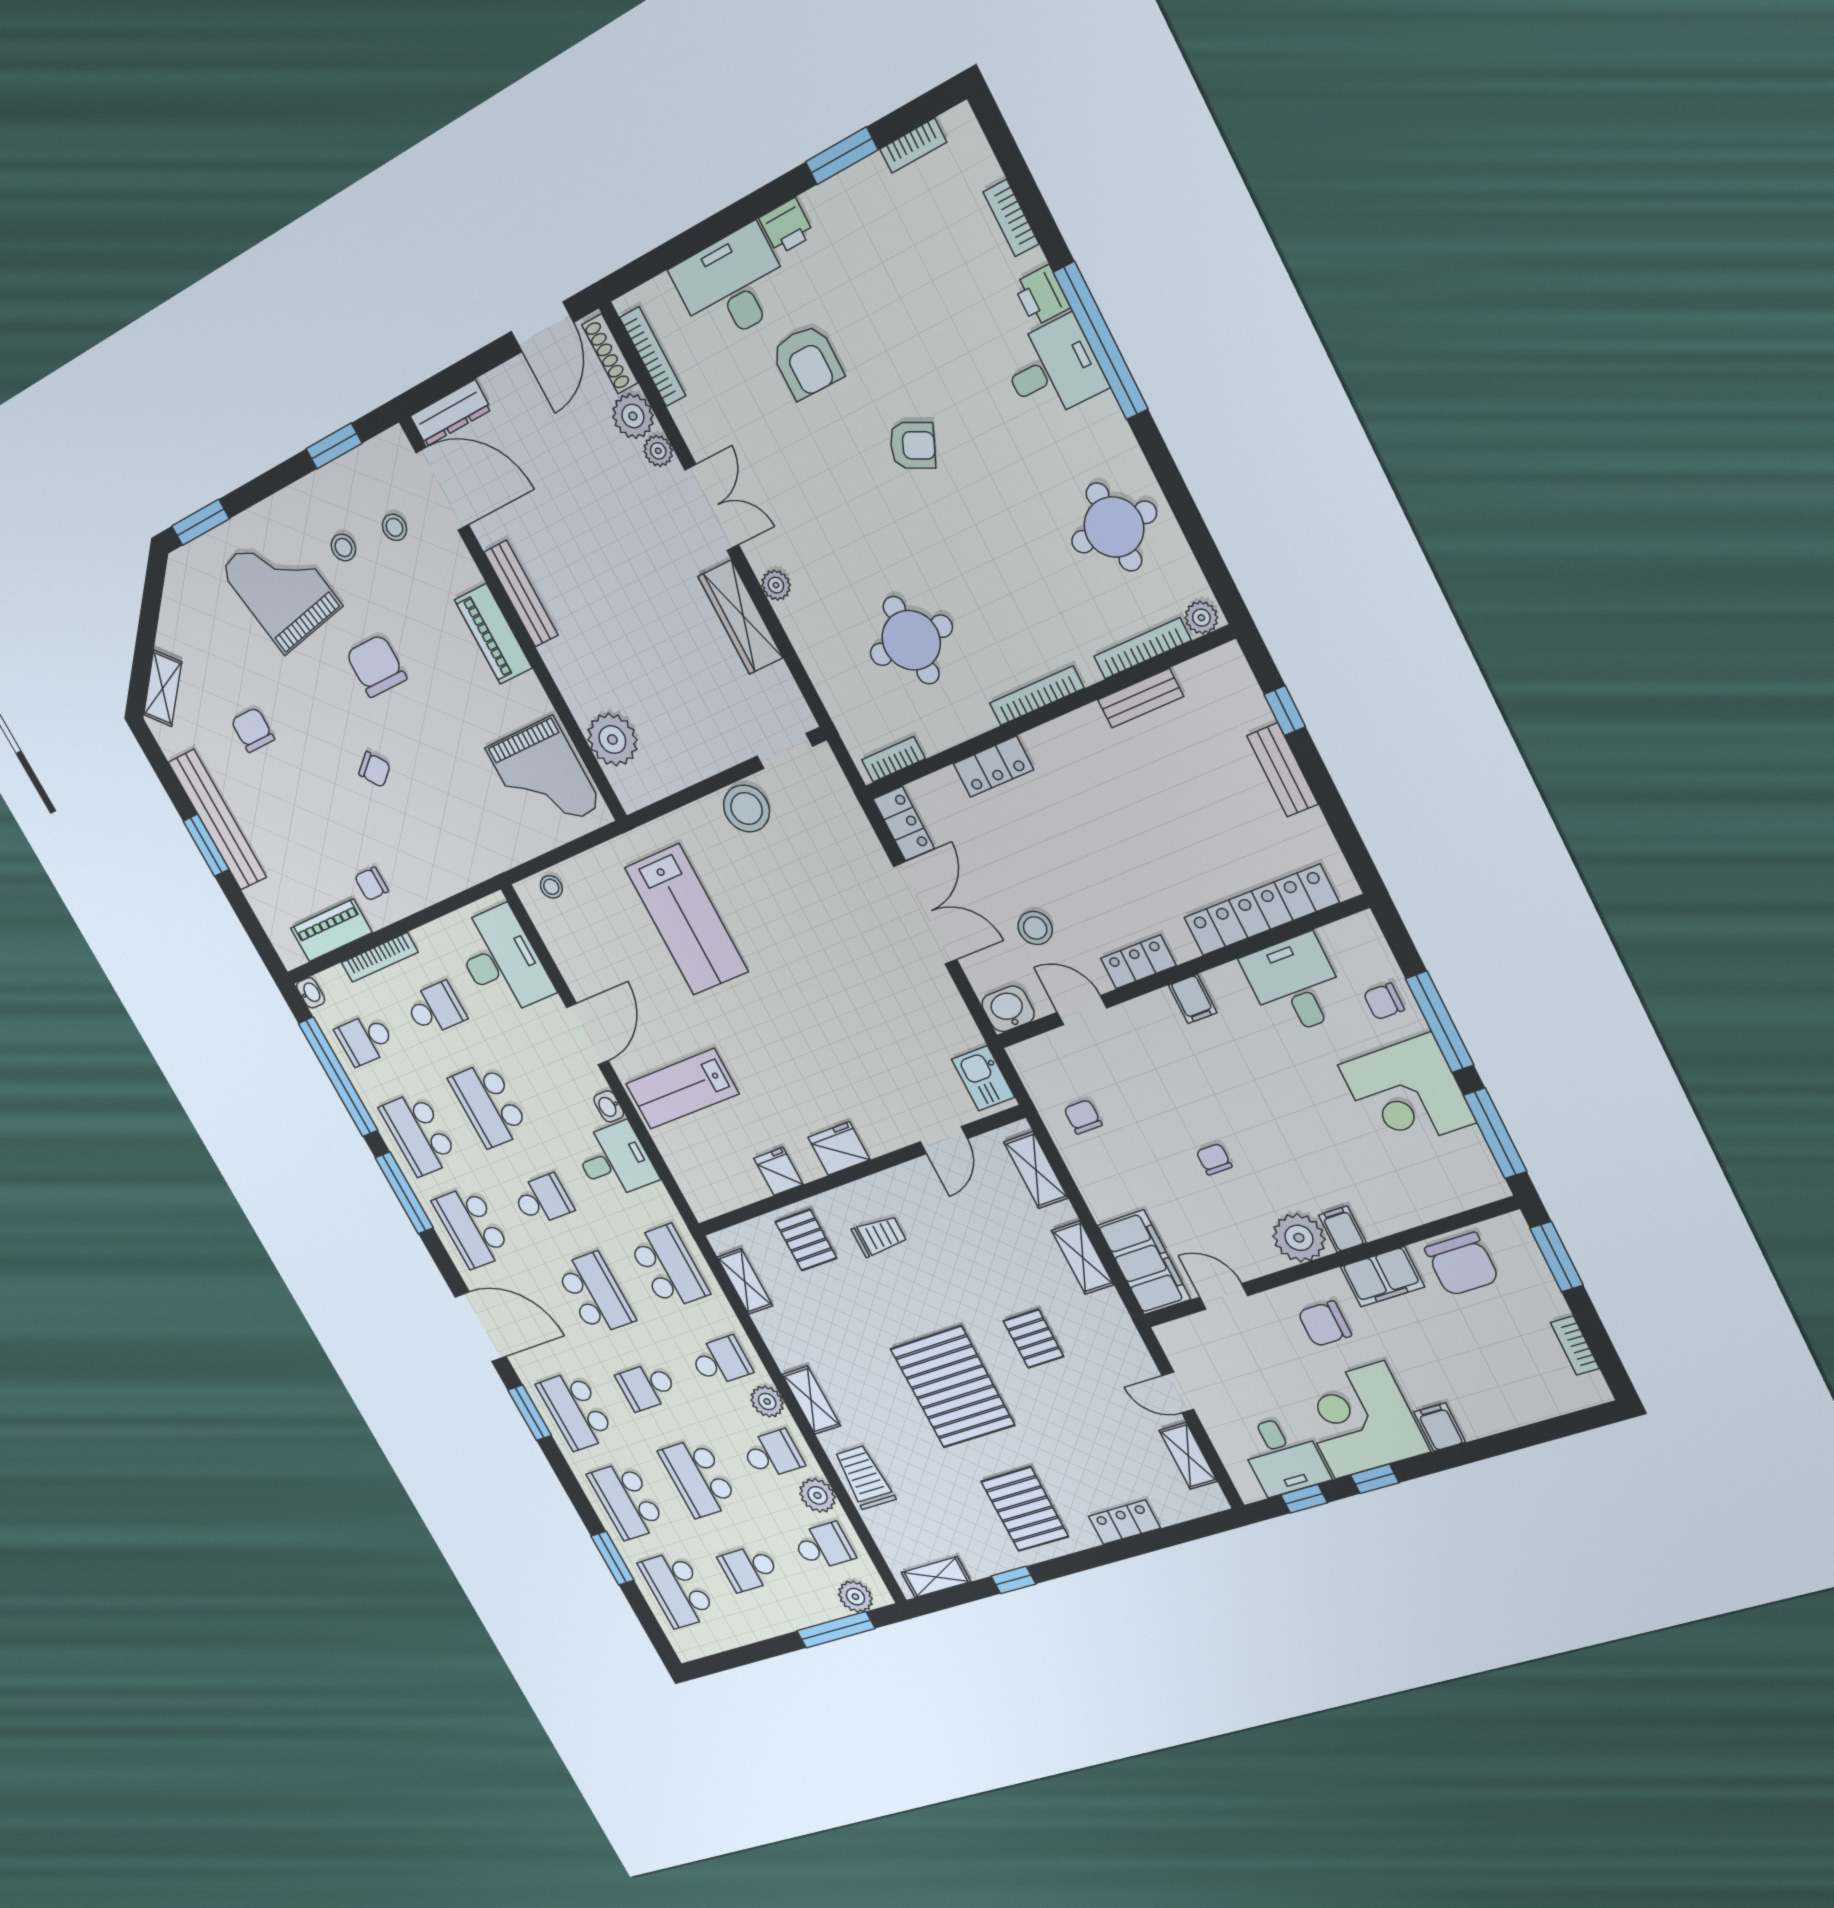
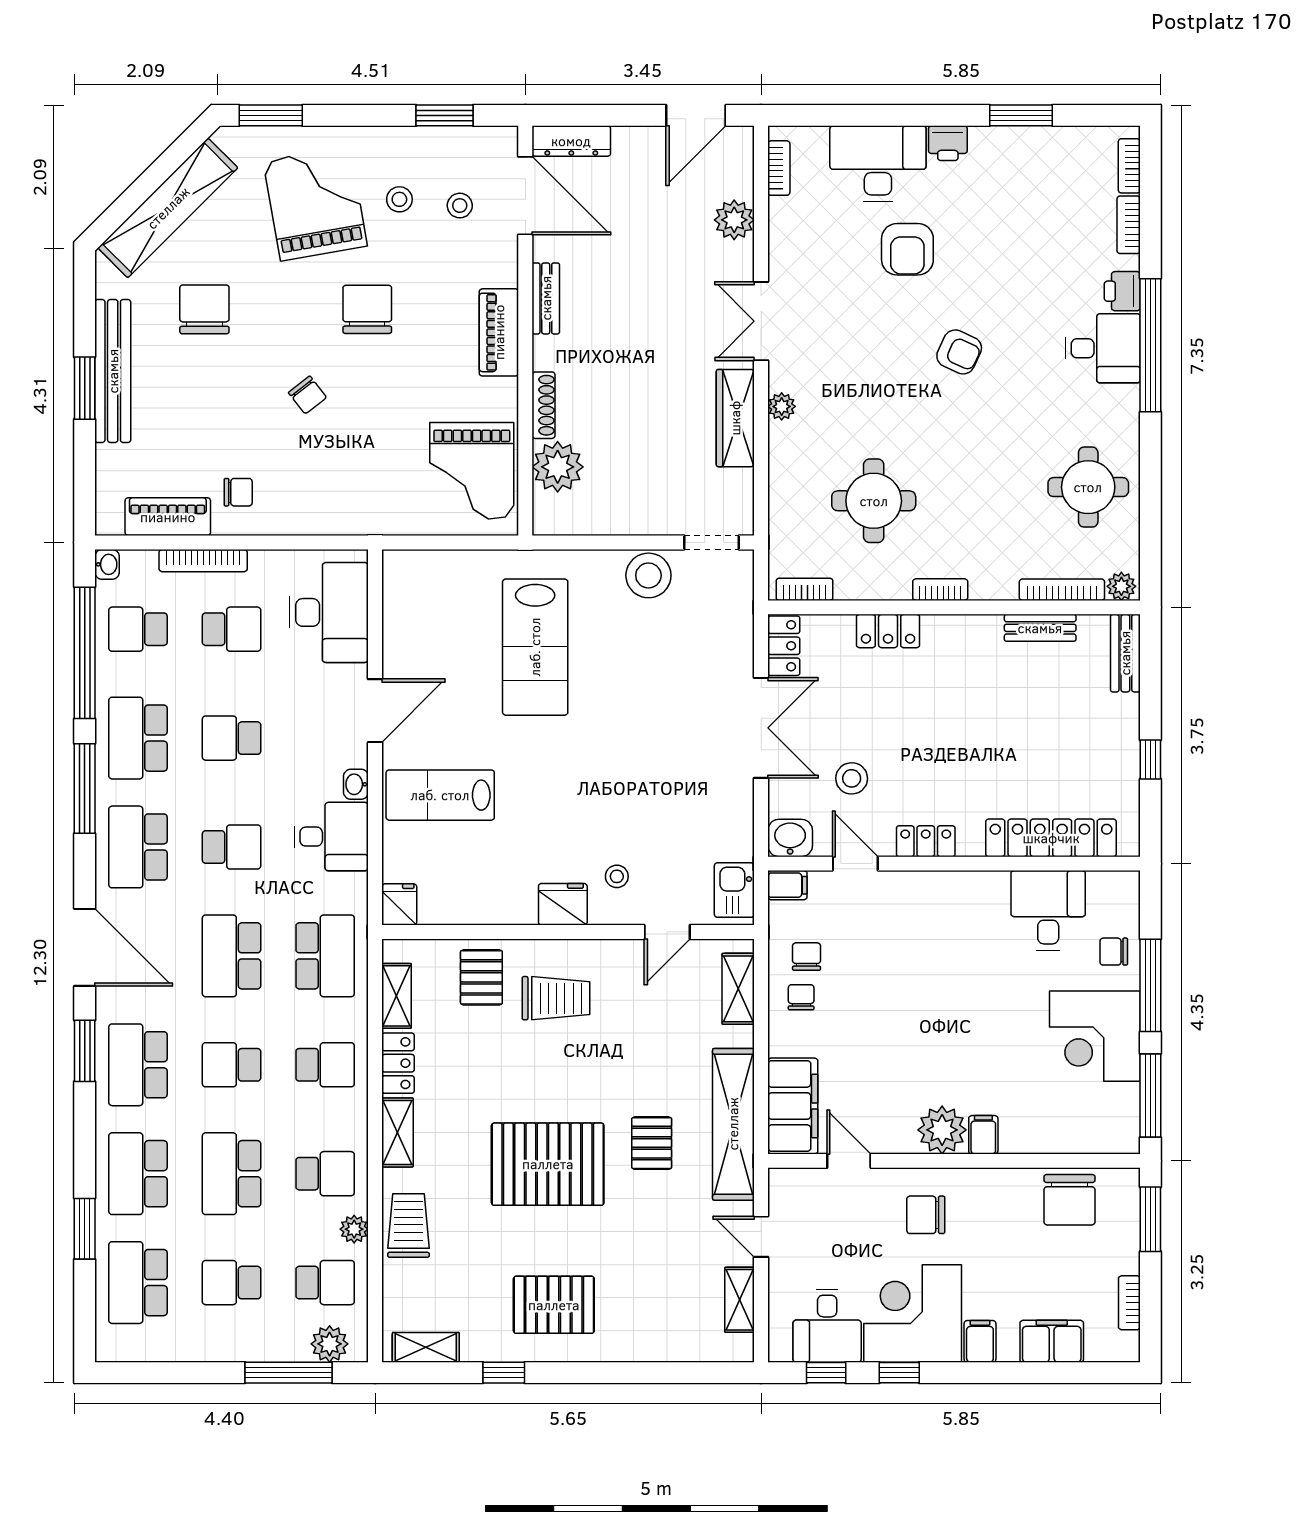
bookcase: (913, 146) -> (1129, 166), moved, turned 90
shoe rack: (610, 354) -> (544, 405), moved, turned 180
bookcase: (653, 357) -> (779, 168), width x0.64
plant: (658, 451) -> (740, 256), removed
double door: (712, 507) -> (761, 321), swing flipped
bench: (521, 594) -> (546, 298), width x0.73
shelving: (163, 688) -> (168, 208), width x2.20, depth x1.33
bookcase: (1037, 696) -> (940, 590), width x0.64
window: (1285, 711) -> (1150, 759), moved
chair: (253, 730) -> (204, 309), width x1.37, depth x1.37
bench: (1283, 770) -> (1125, 653), moved
chair: (371, 884) -> (238, 492), turned 180
stool: (551, 887) -> (617, 876), moved
filing cabinet: (1193, 999) -> (787, 885), moved, turned -90
school desk: (489, 1105) -> (232, 738), width x0.54
chair: (1214, 1159) -> (801, 997), moved
fridge: (778, 1171) -> (399, 904), moved
trolley: (879, 1236) -> (556, 998), width x1.36, depth x1.39
shelving: (1083, 1258) -> (733, 1124), width x2.20, depth x1.33
filing cabinet: (1382, 1277) -> (1052, 1341), moved, turned 180
school desk: (595, 1294) -> (232, 956), turned 180
pallet: (952, 1387) -> (548, 1164), turned 90
plant: (767, 1402) -> (351, 1120), removed
plant: (817, 1495) -> (354, 1229), width x0.73, depth x0.73
pallet: (1025, 1509) -> (554, 1305), turned 90
locker: (1124, 1522) -> (398, 1063), moved, turned 90

